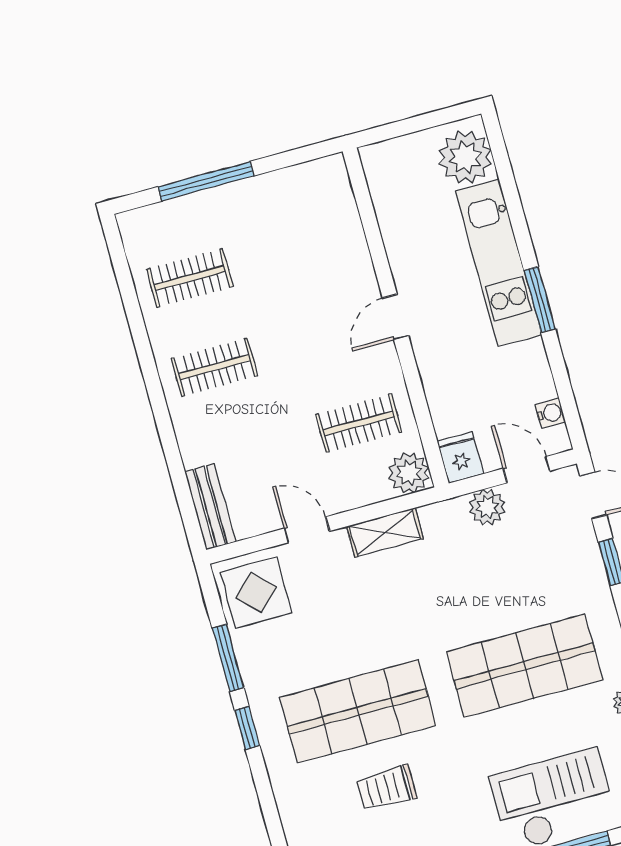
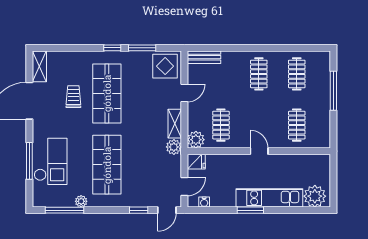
clothes rail: (310, 245) -> (297, 125), added
plant: (487, 507) -> (174, 147), moved

